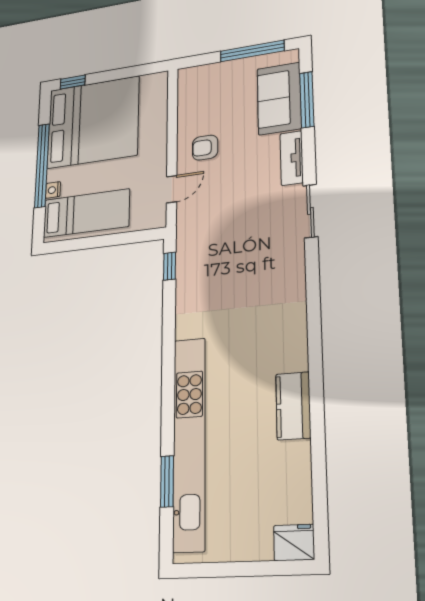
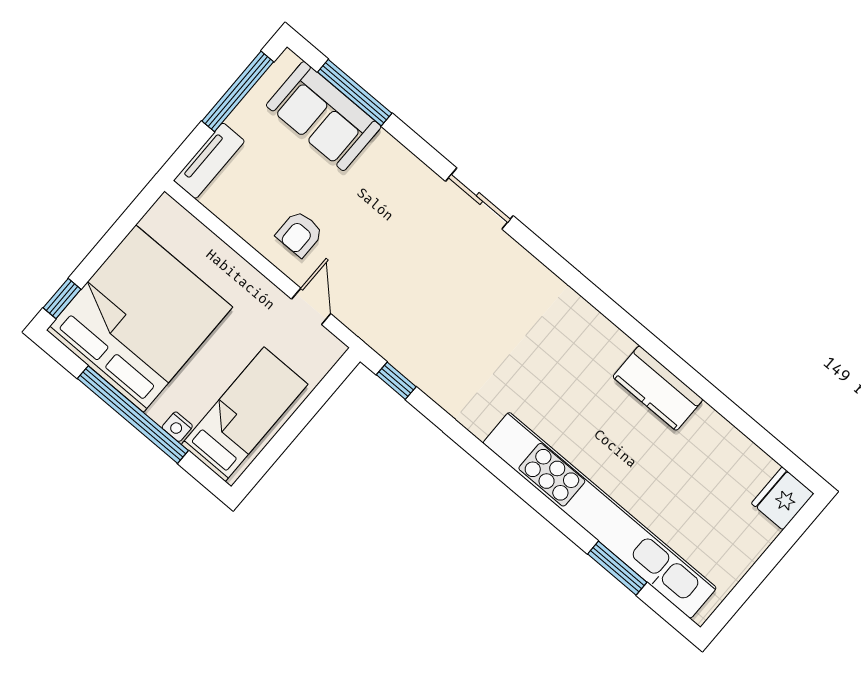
tv unit: (292, 158) -> (209, 161), moved, turned -90

